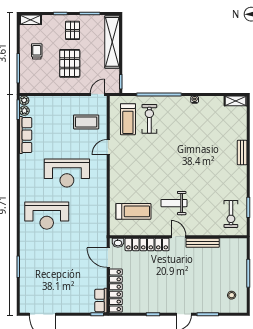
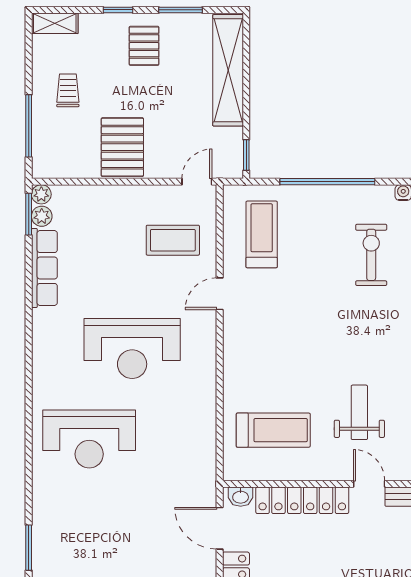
pallet: (70, 63) -> (122, 147), moved
treadmill: (128, 119) -> (262, 234), turned 180
exercise bike: (149, 119) -> (371, 255), moved
weight bench: (174, 203) -> (359, 412), turned 90

